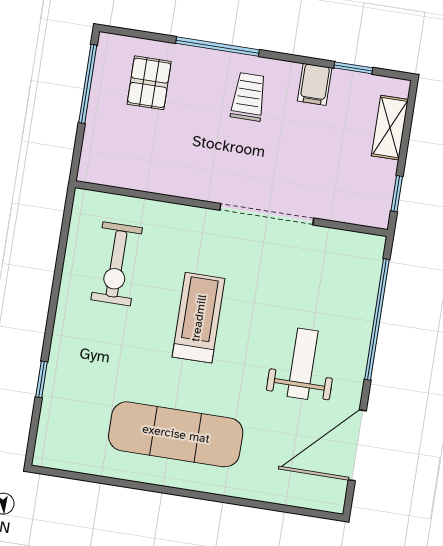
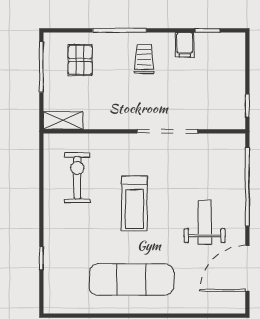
shelving: (390, 128) -> (63, 121), moved, turned 90
exercise bike: (117, 264) -> (77, 178), turned 180
treadmill: (199, 318) -> (134, 204), turned 180

